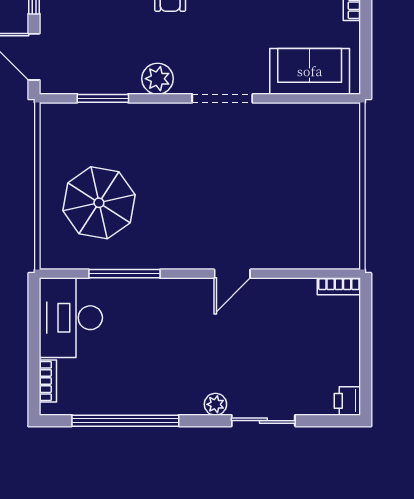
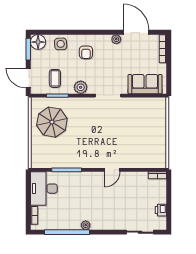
coffee table: (97, 58) -> (55, 78), added
parasol: (99, 203) -> (52, 122), moved
printer: (347, 401) -> (161, 210), moved
plant: (215, 404) -> (86, 225), moved
sliding door: (263, 421) -> (140, 232), moved

